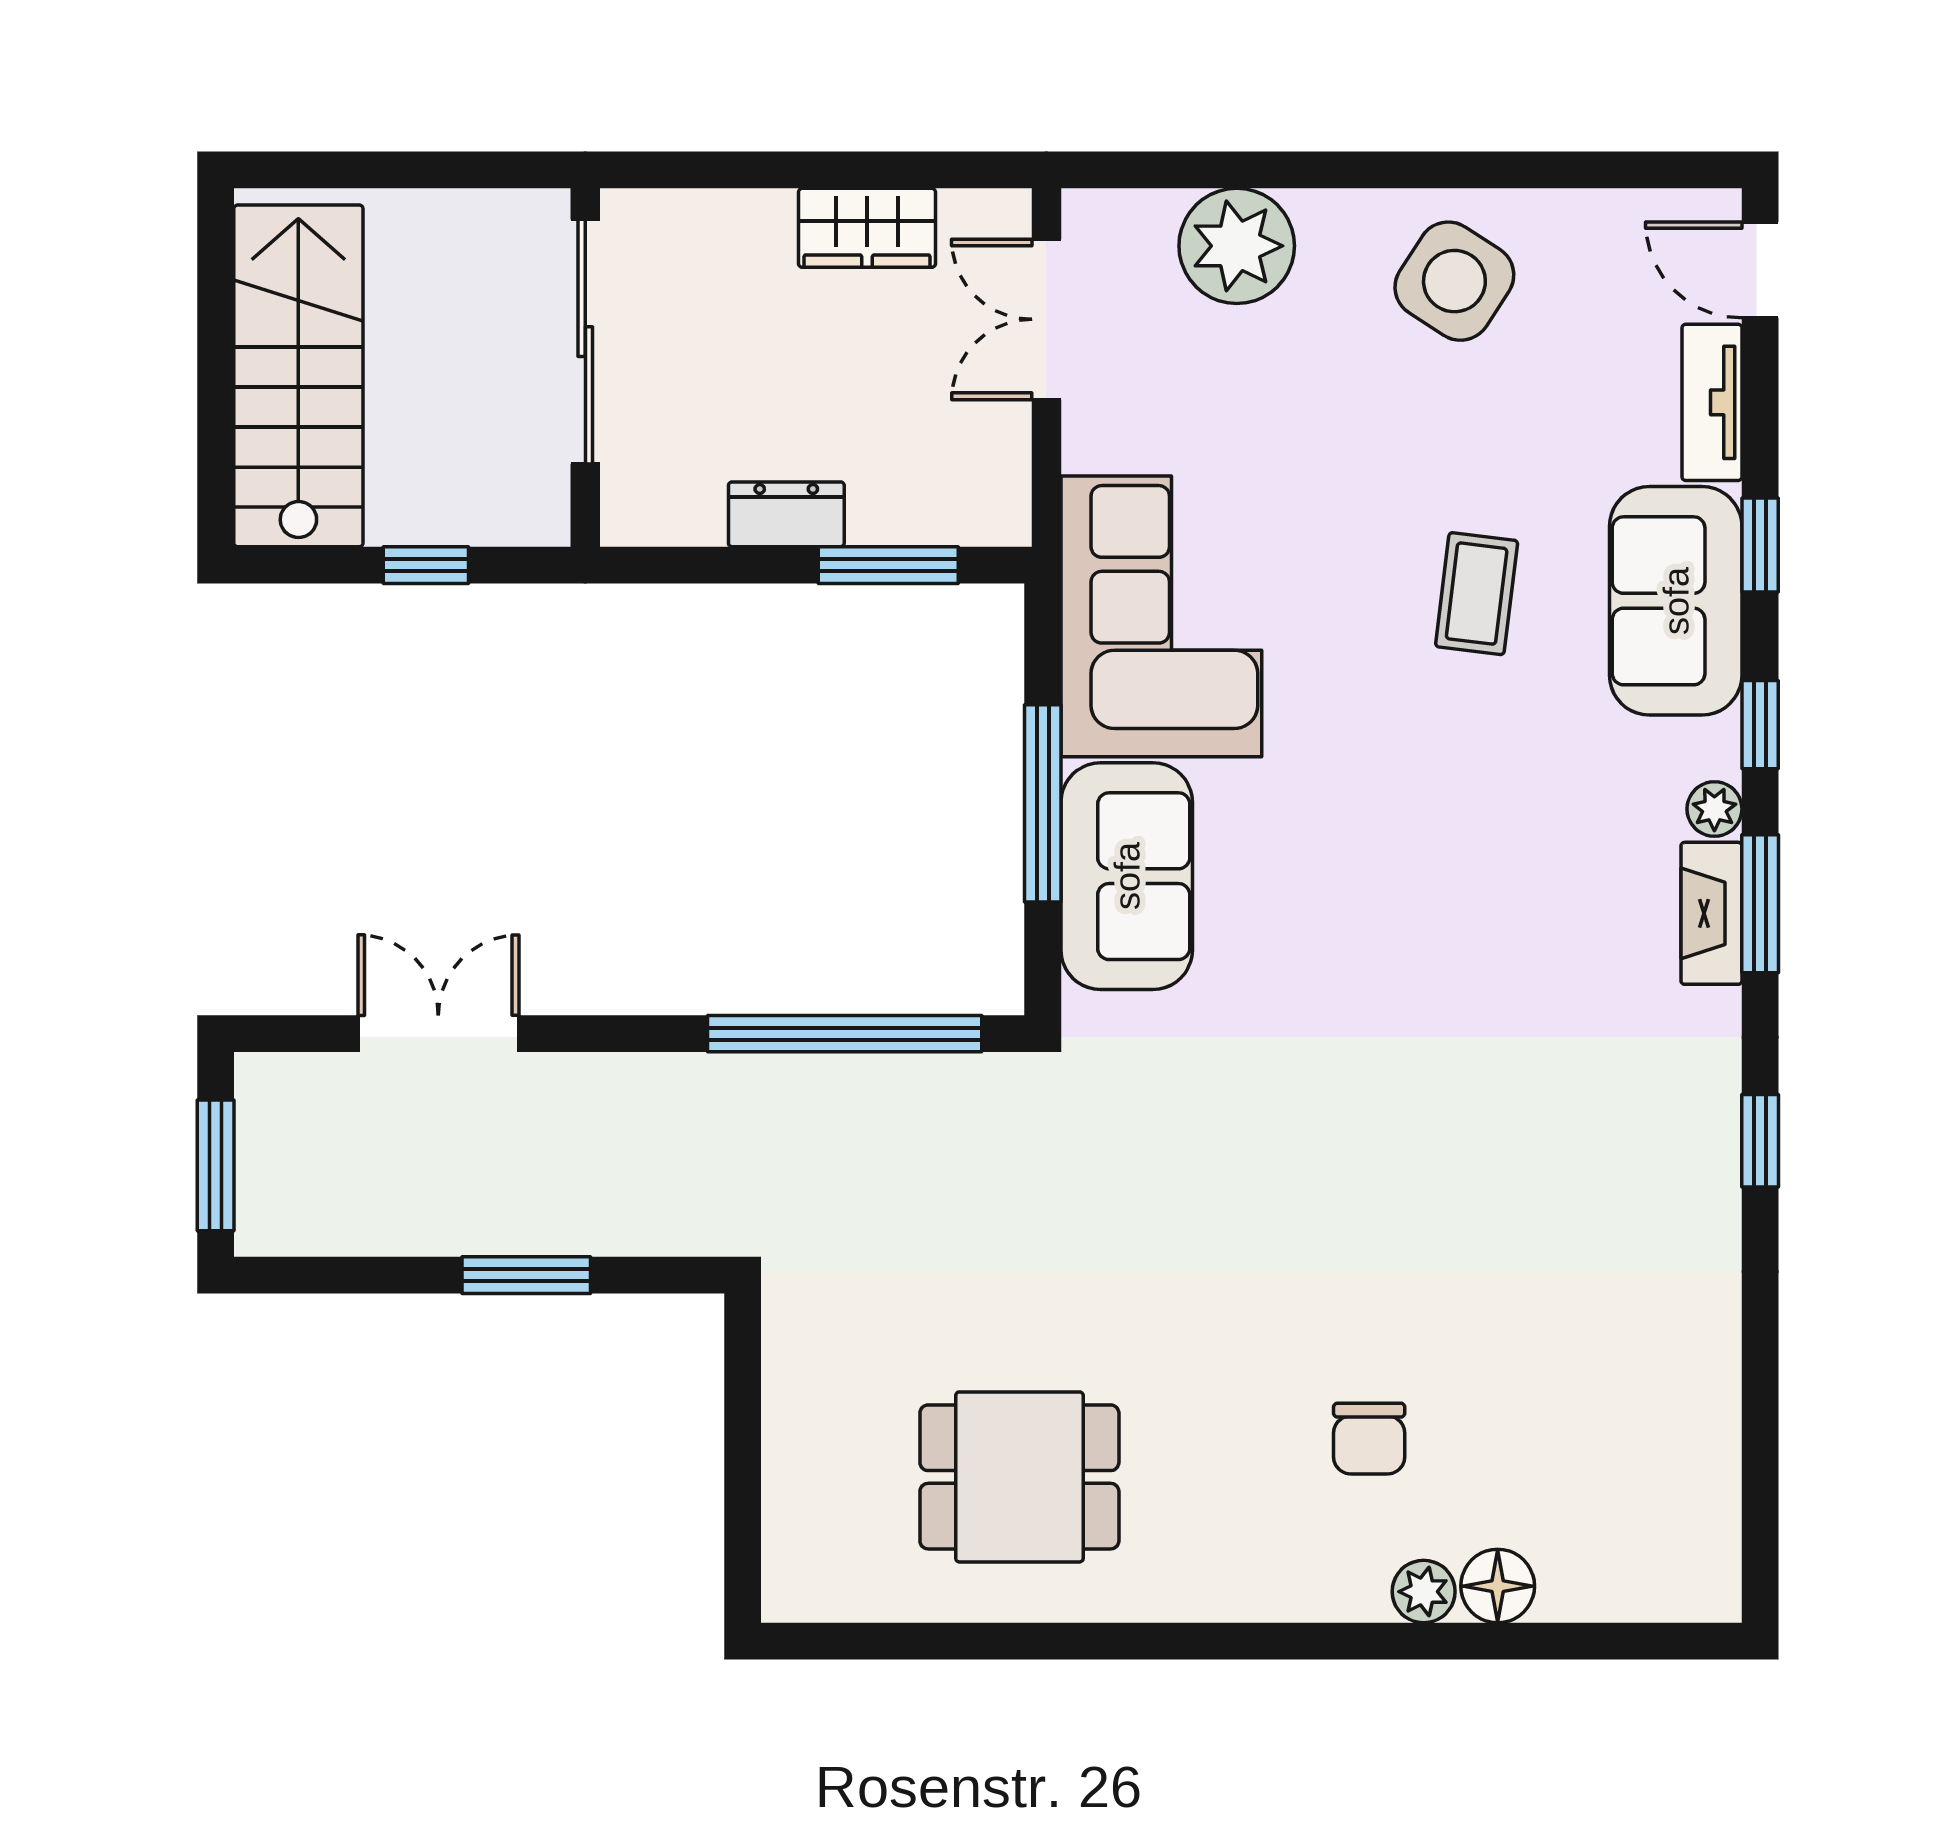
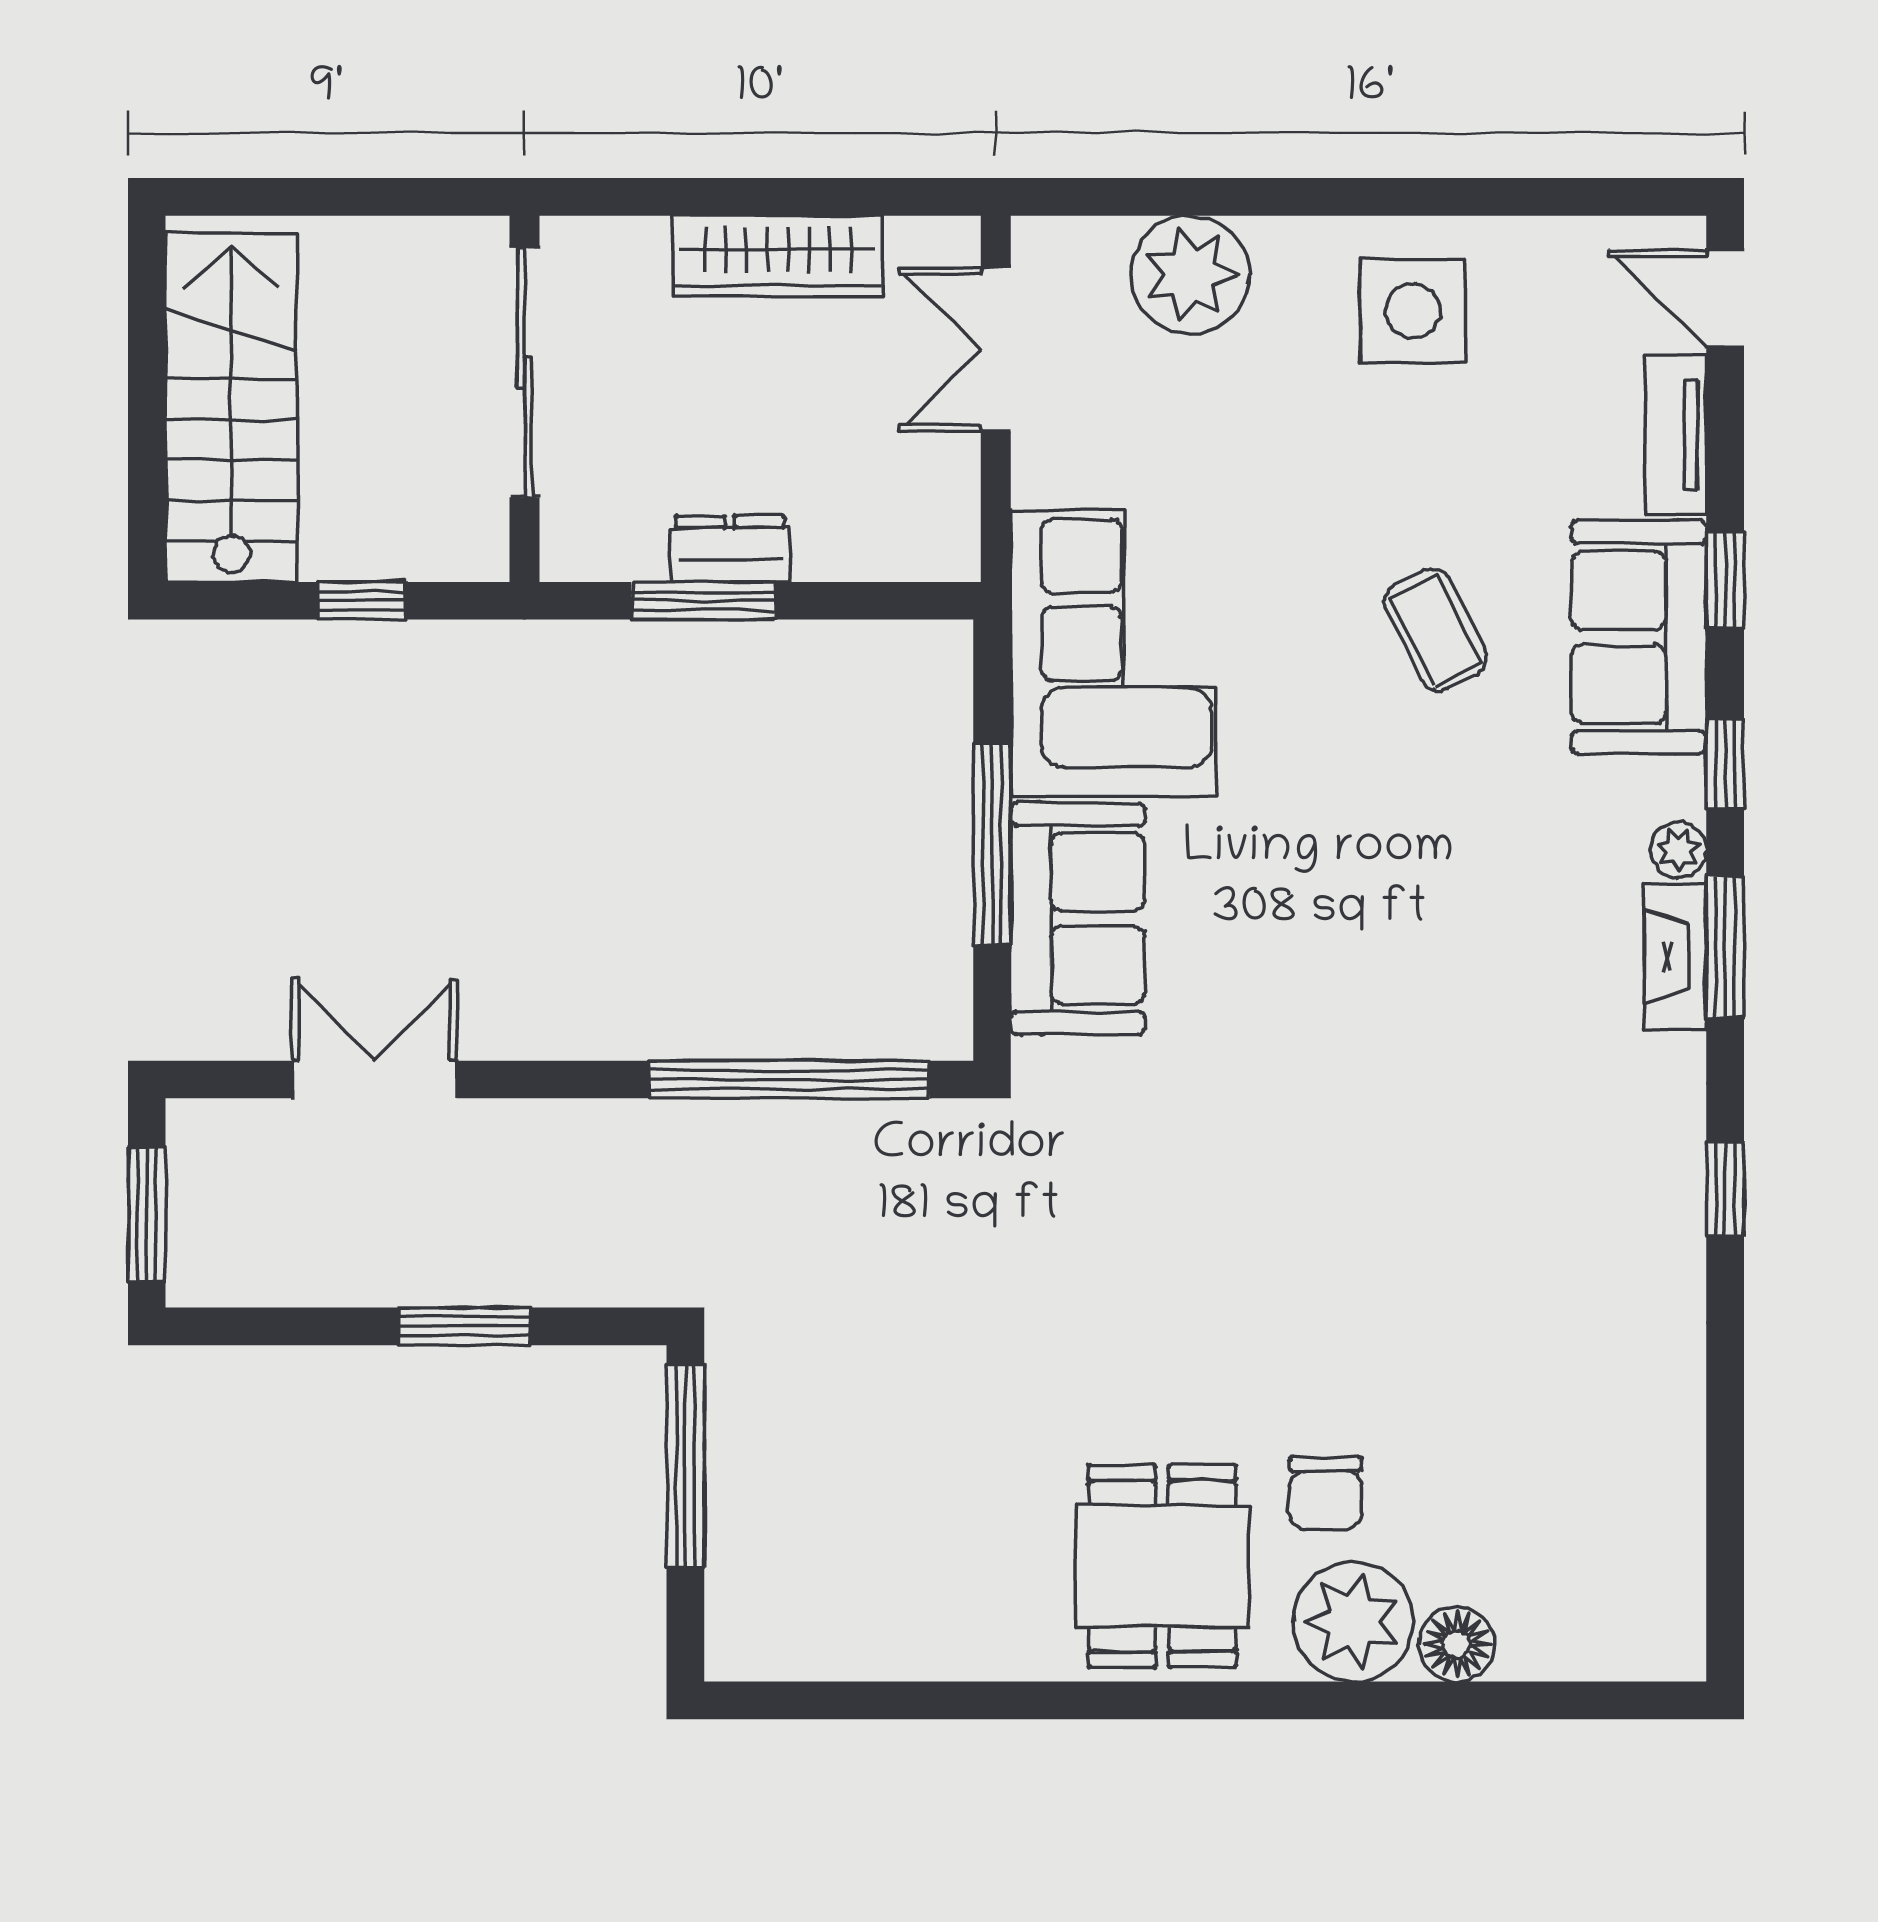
wardrobe: (867, 228) -> (777, 256), width x1.50
side table: (1454, 281) -> (1413, 310), turned -33
window: (888, 565) -> (703, 601), moved
coffee table: (1477, 594) -> (1435, 630), turned -34
window: (743, 1412) -> (685, 1466), added
dining table: (1019, 1477) -> (1162, 1566), moved, turned 90
plant: (1424, 1592) -> (1353, 1622), width x1.88, depth x1.88

